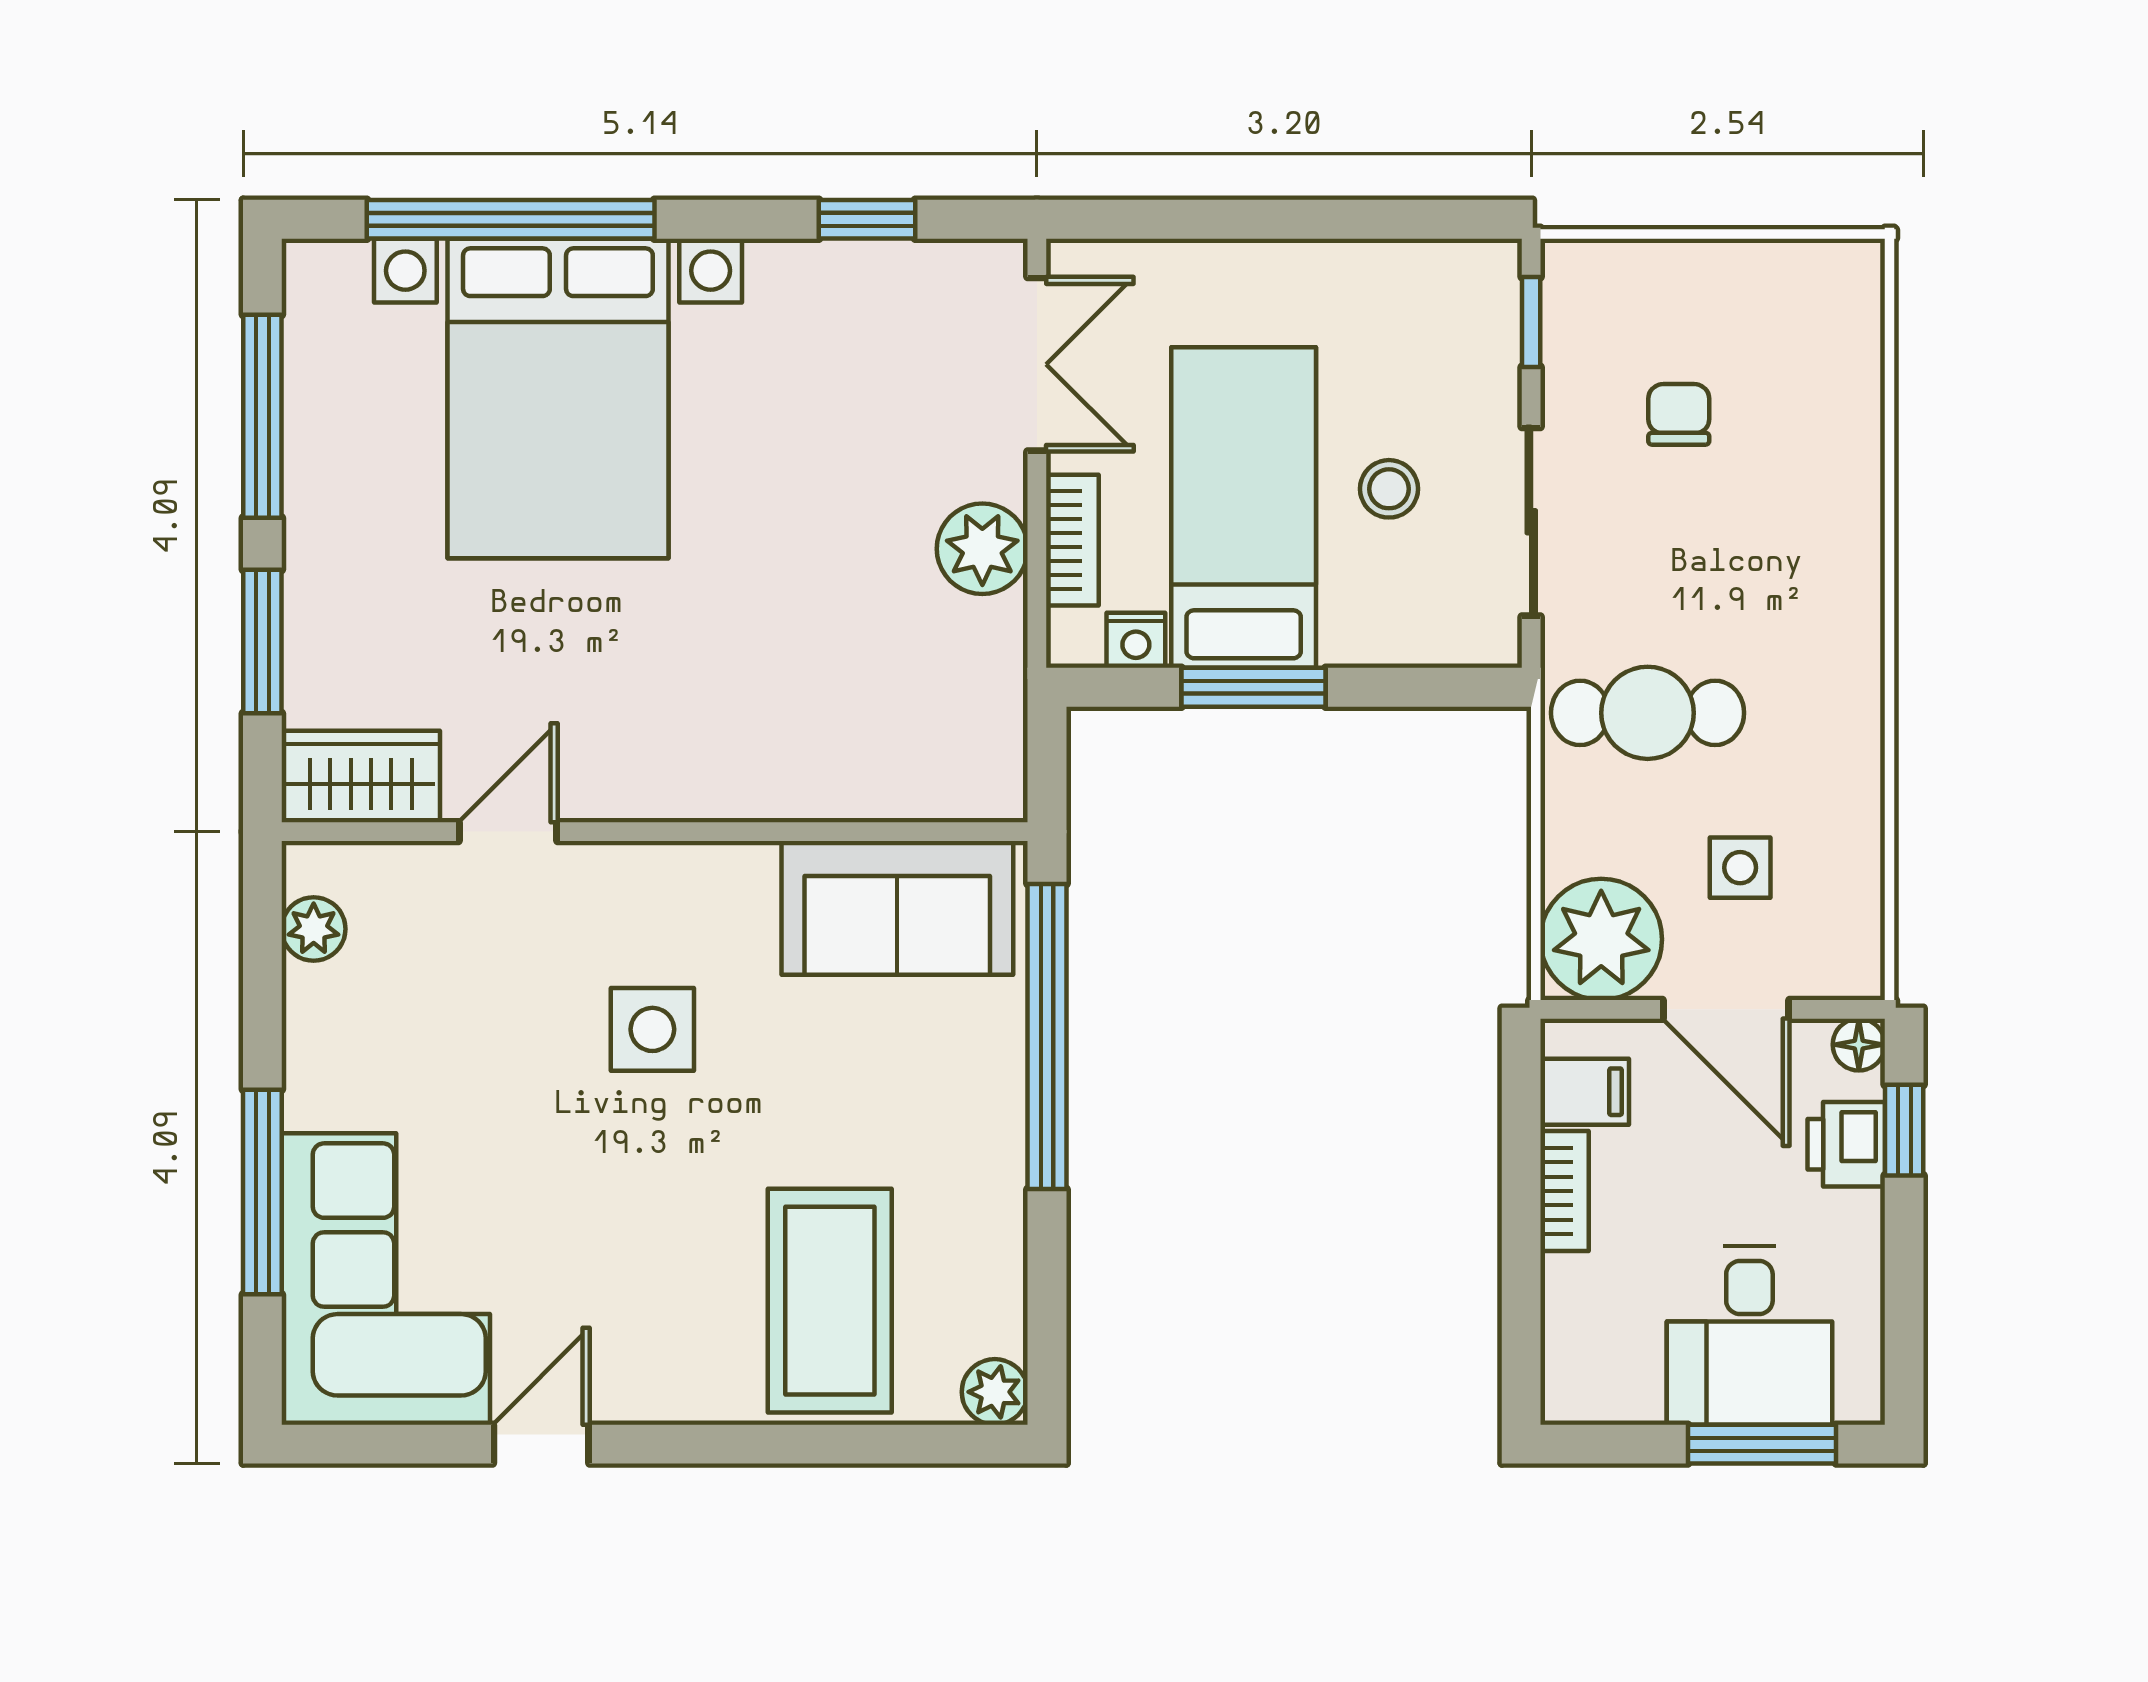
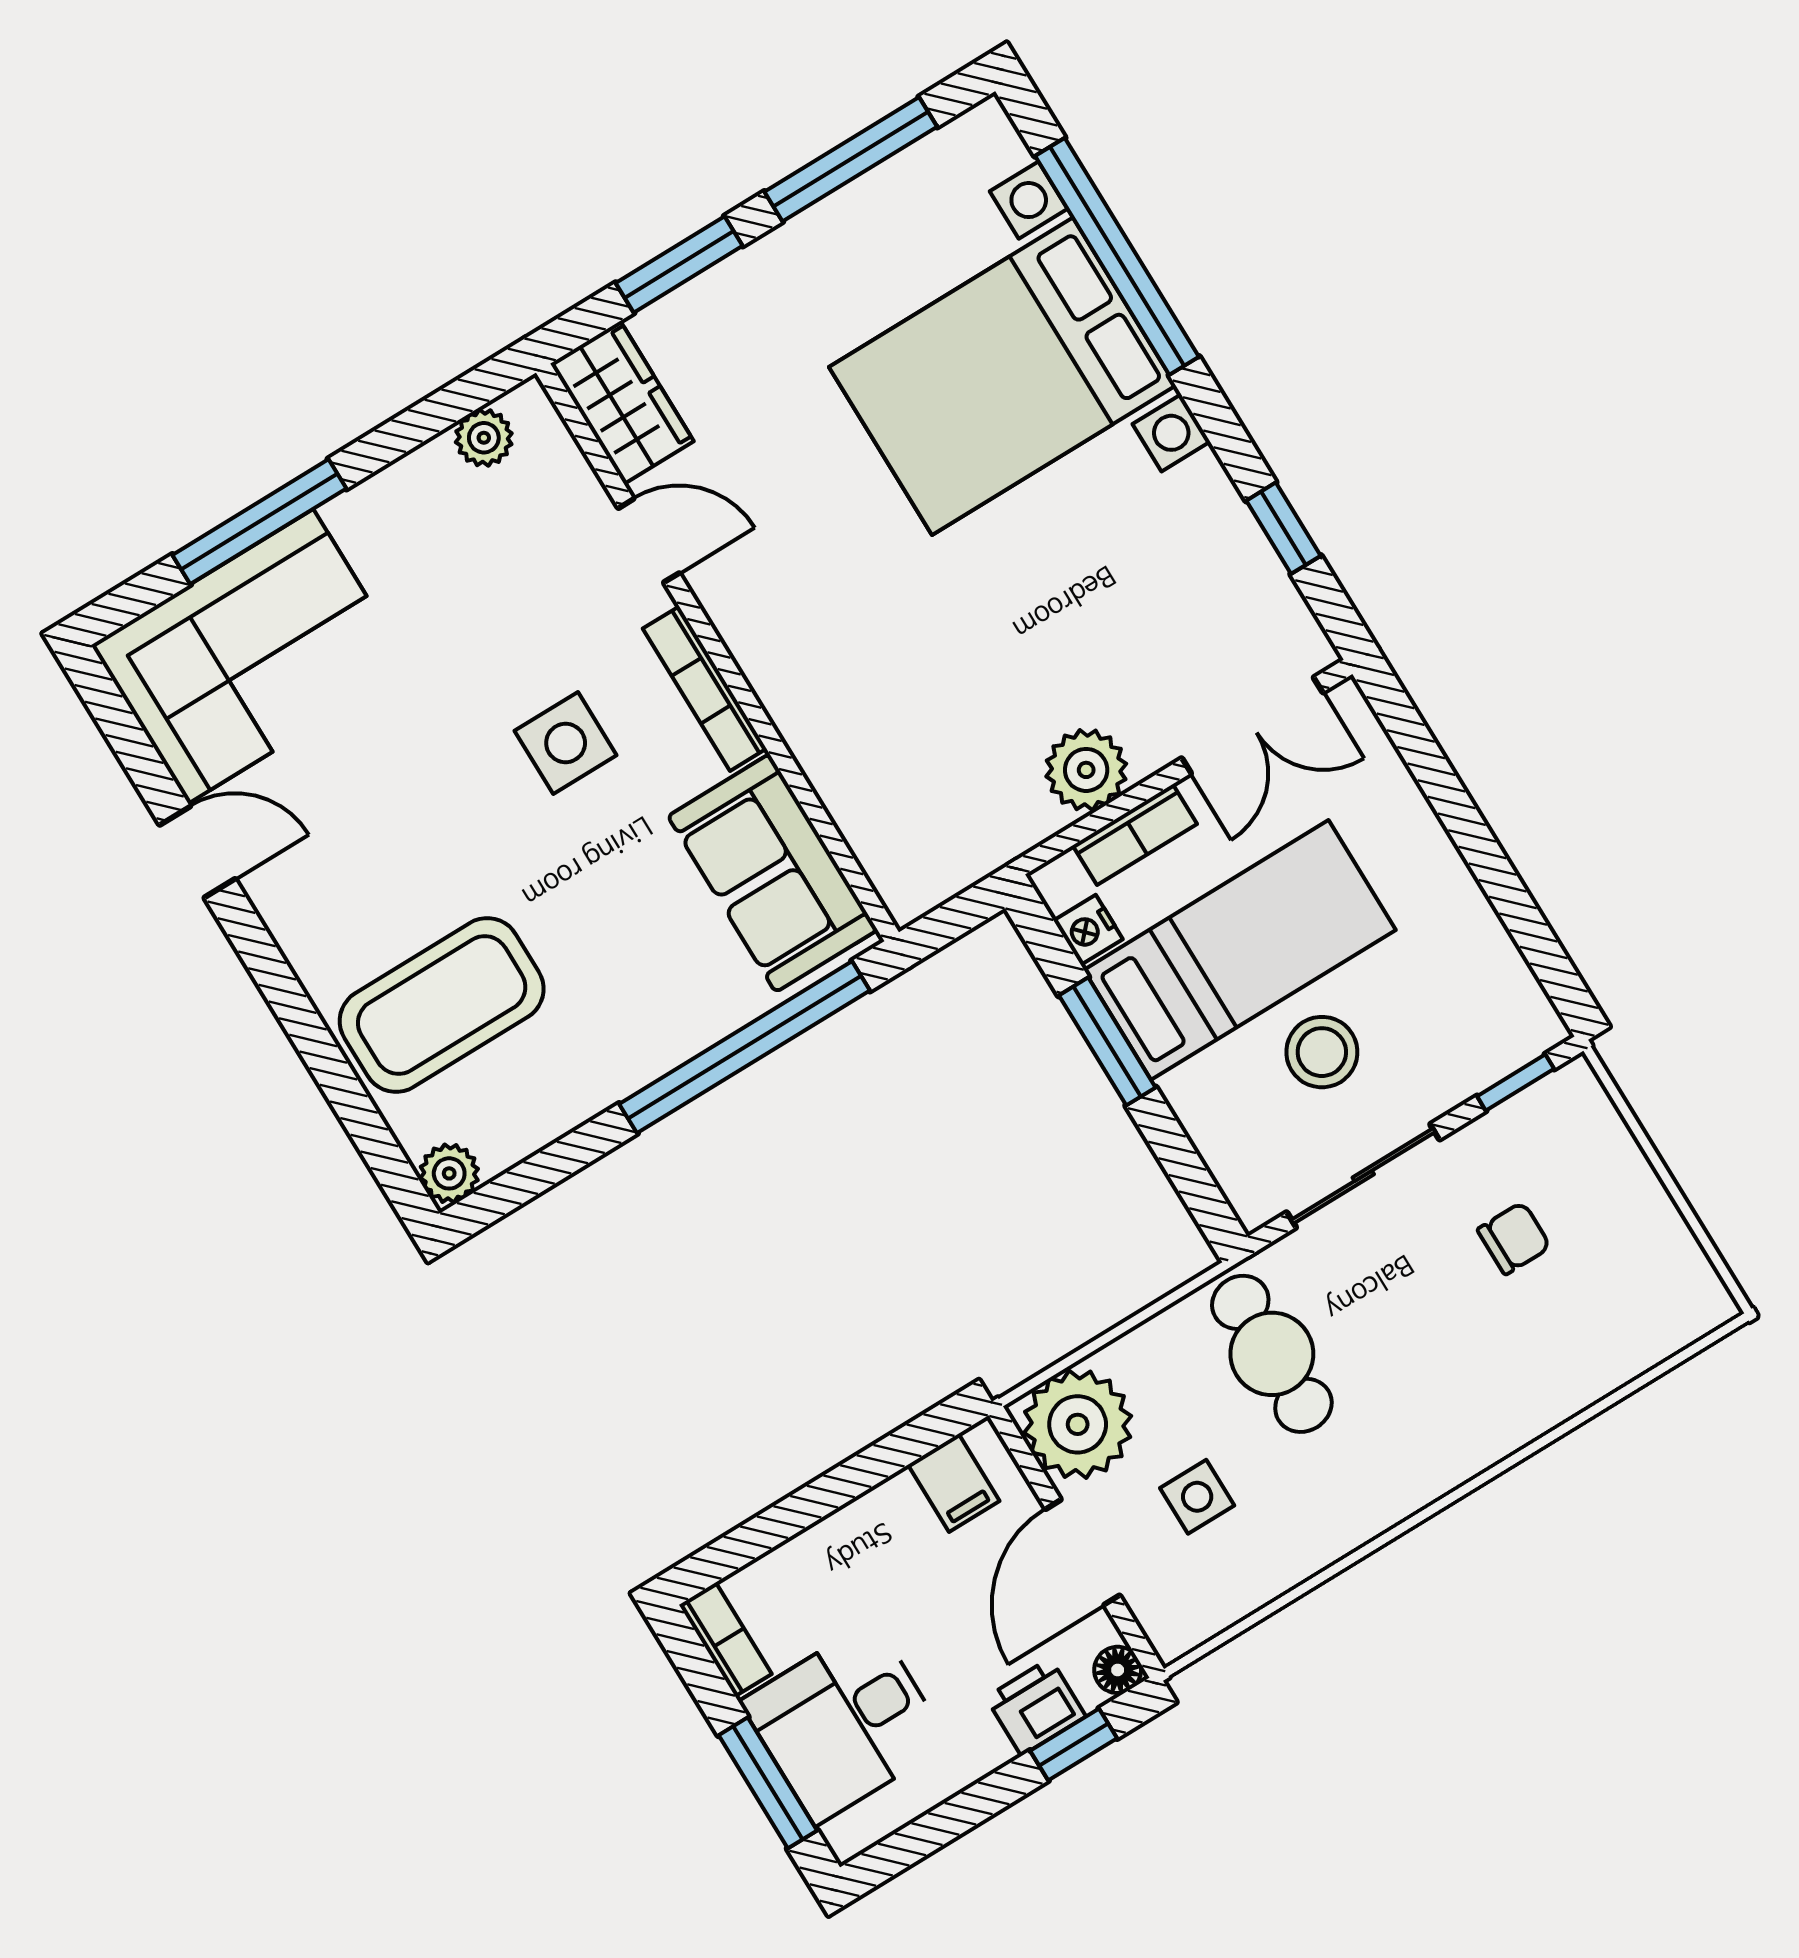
stool: (1389, 489) -> (1322, 1052), width x1.37, depth x1.37
bookcase: (682, 865) -> (705, 689), added
bookcase: (1564, 1191) -> (725, 1639), moved, turned -90

